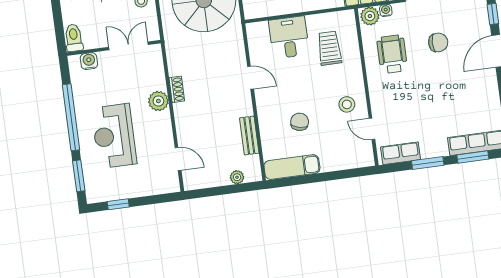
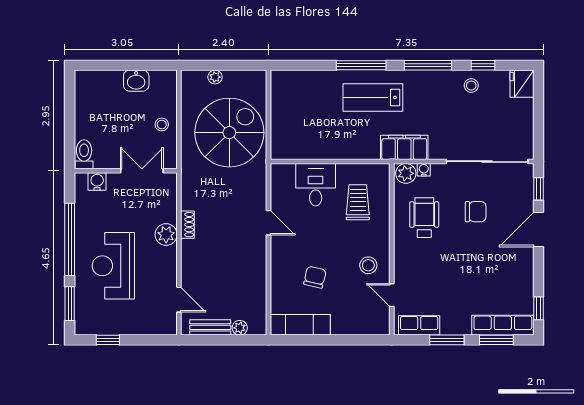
bench: (249, 136) -> (210, 327), moved, turned 90

